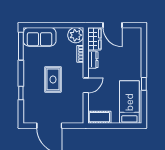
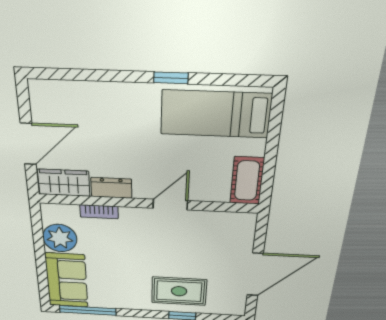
plant: (76, 35) -> (60, 238), moved
rug: (53, 79) -> (179, 291), moved
door: (86, 85) -> (170, 204), hinge flipped

